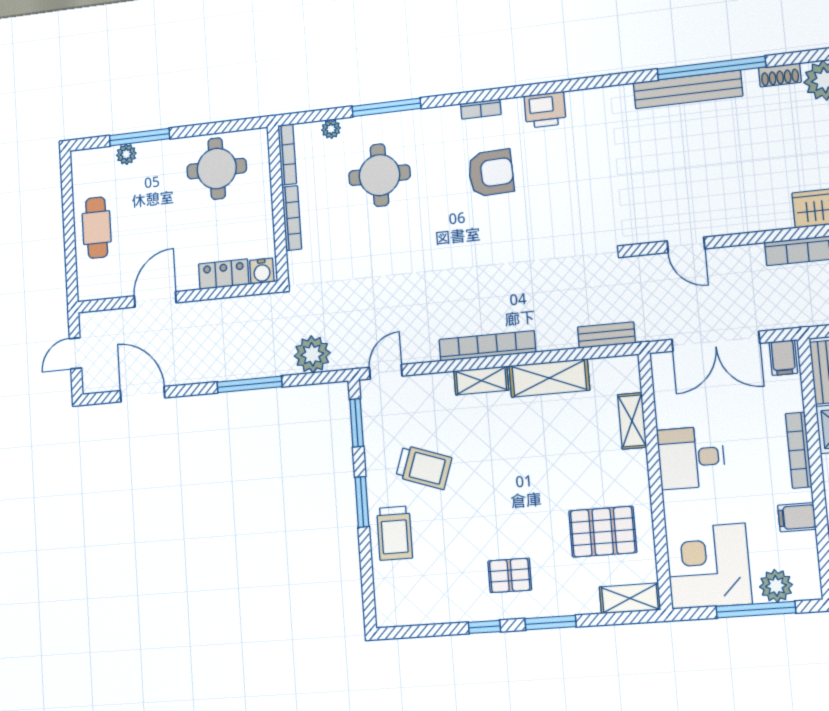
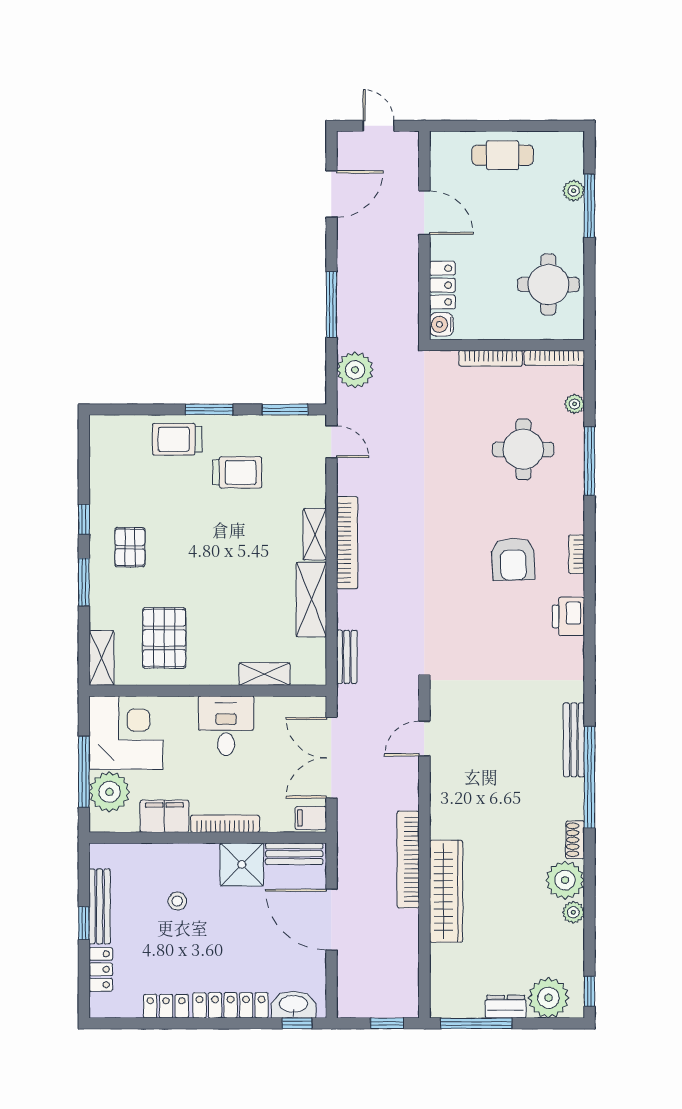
bench: (688, 89) -> (574, 740), width x0.73, depth x0.82
trolley: (424, 467) -> (237, 472), turned -109
filing cabinet: (797, 517) -> (164, 816), width x2.00
plant: (776, 586) -> (109, 792), width x1.36, depth x1.36

